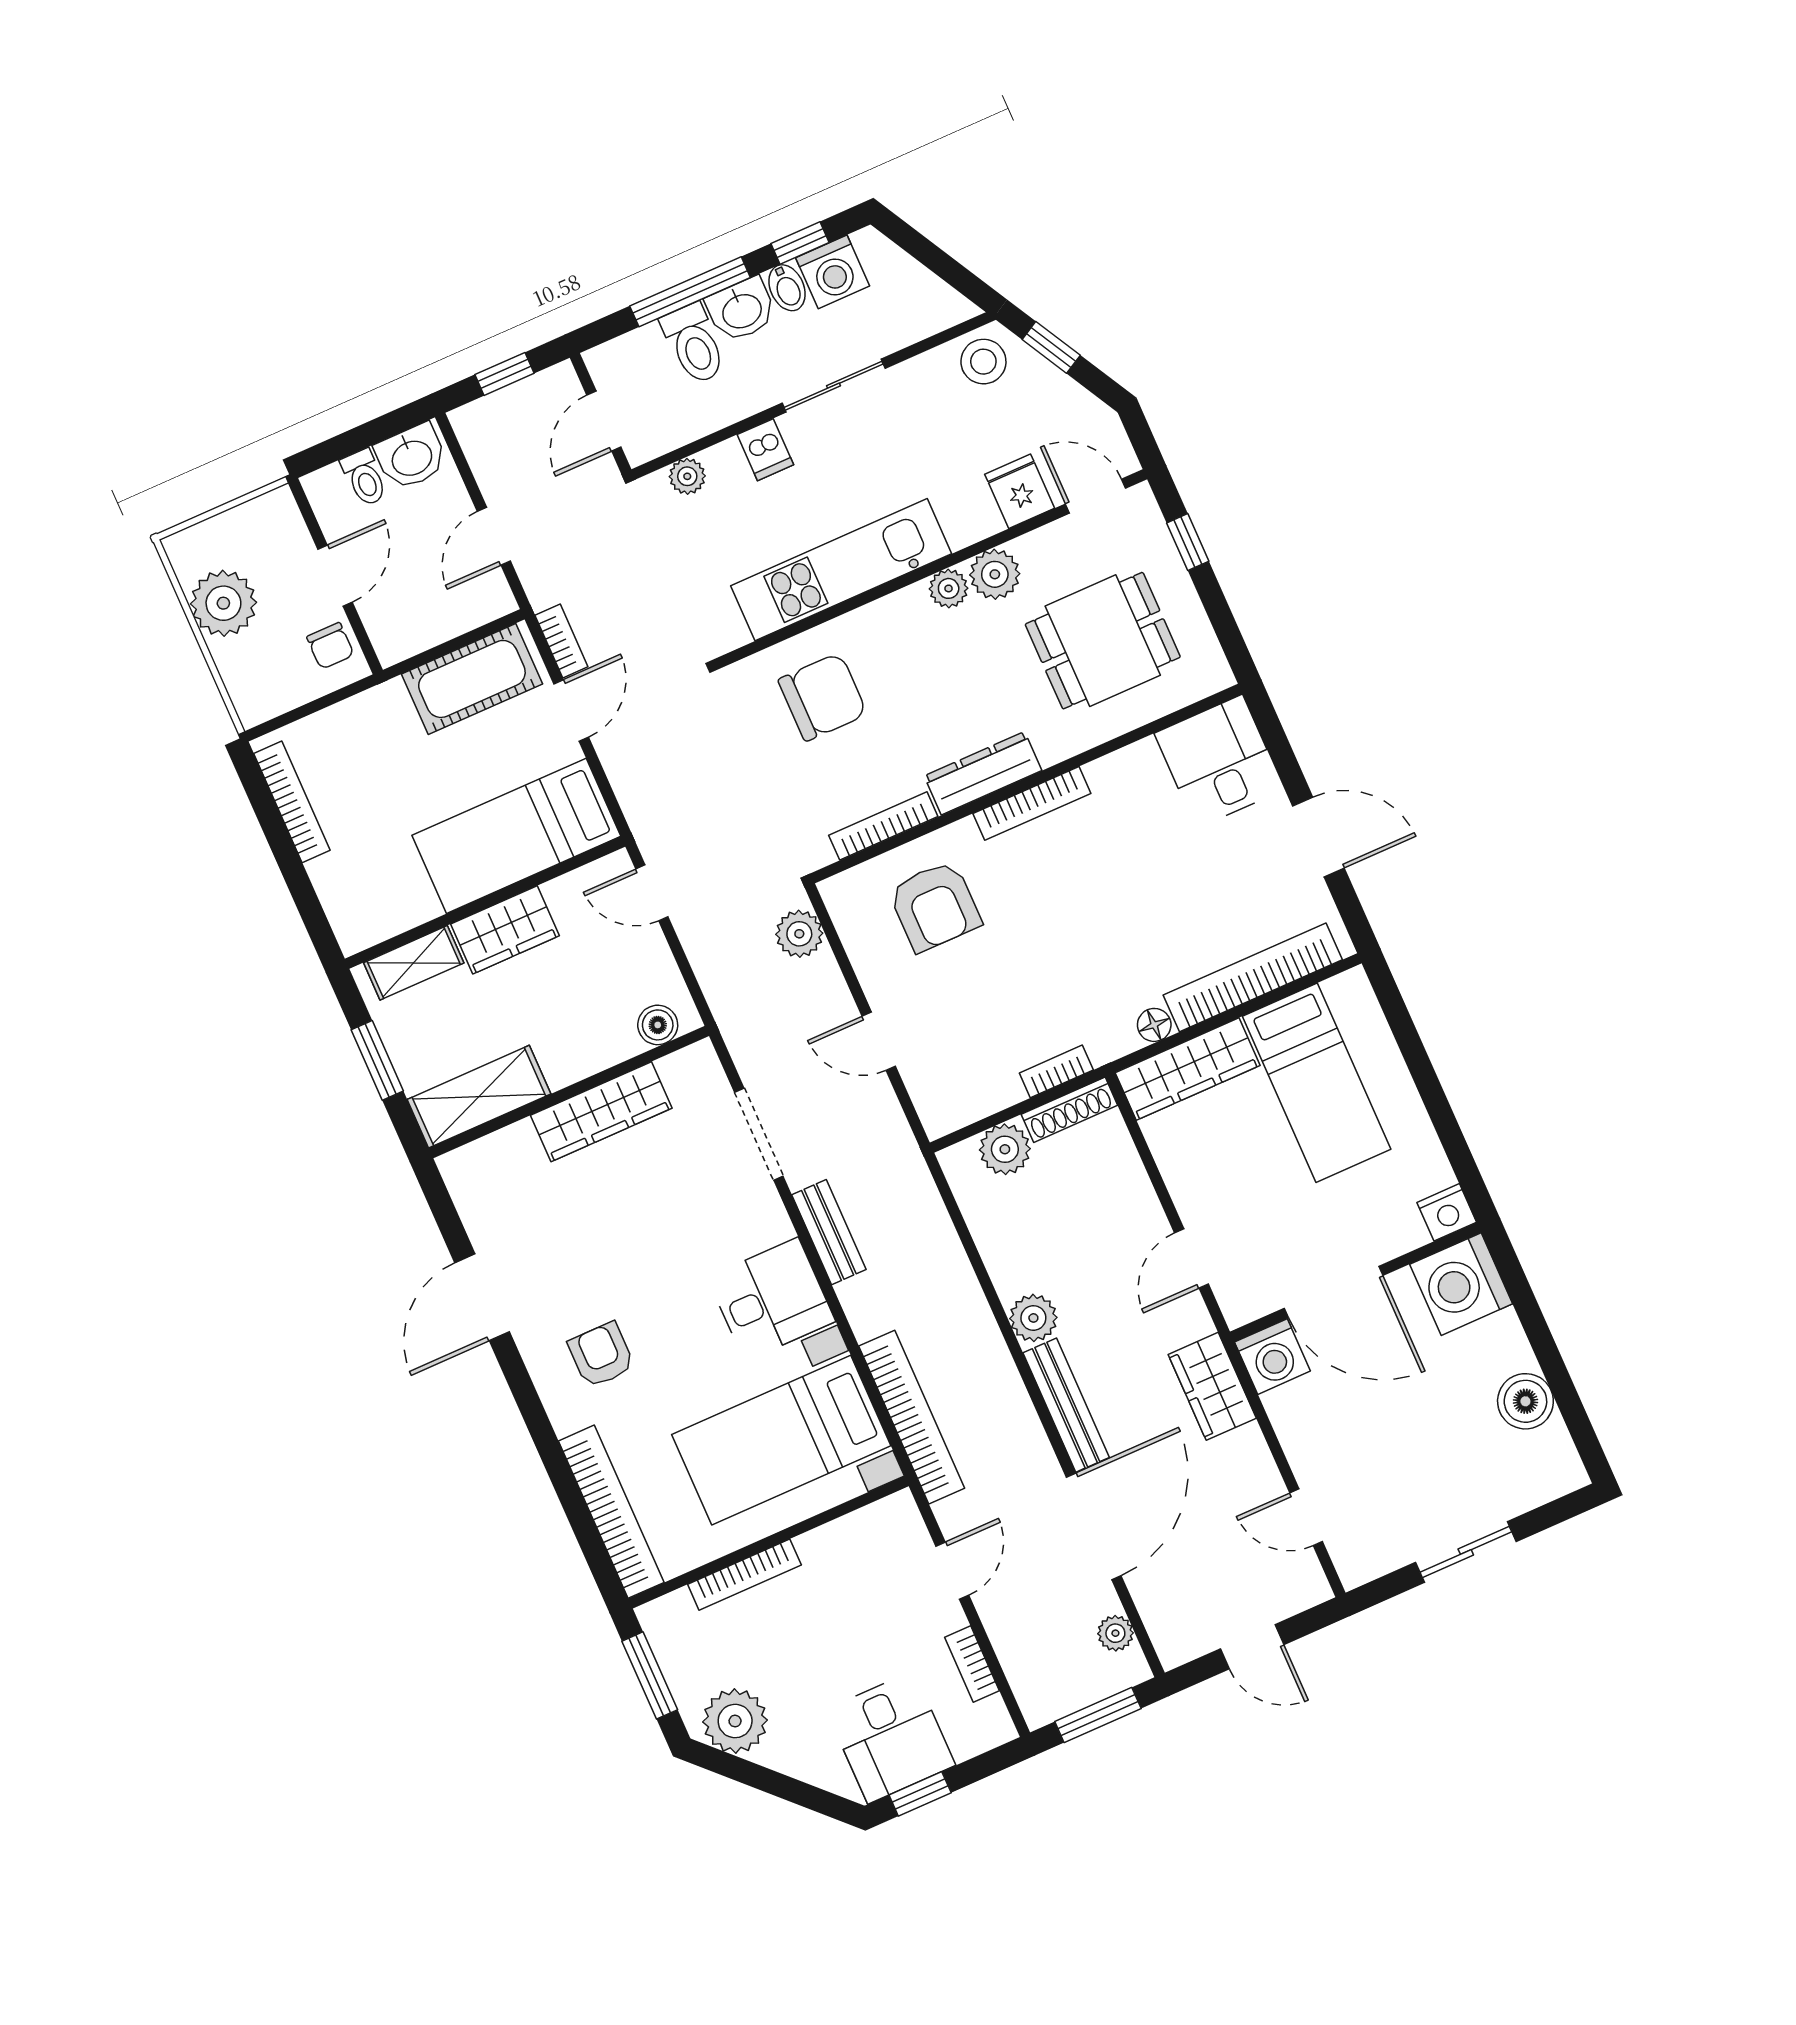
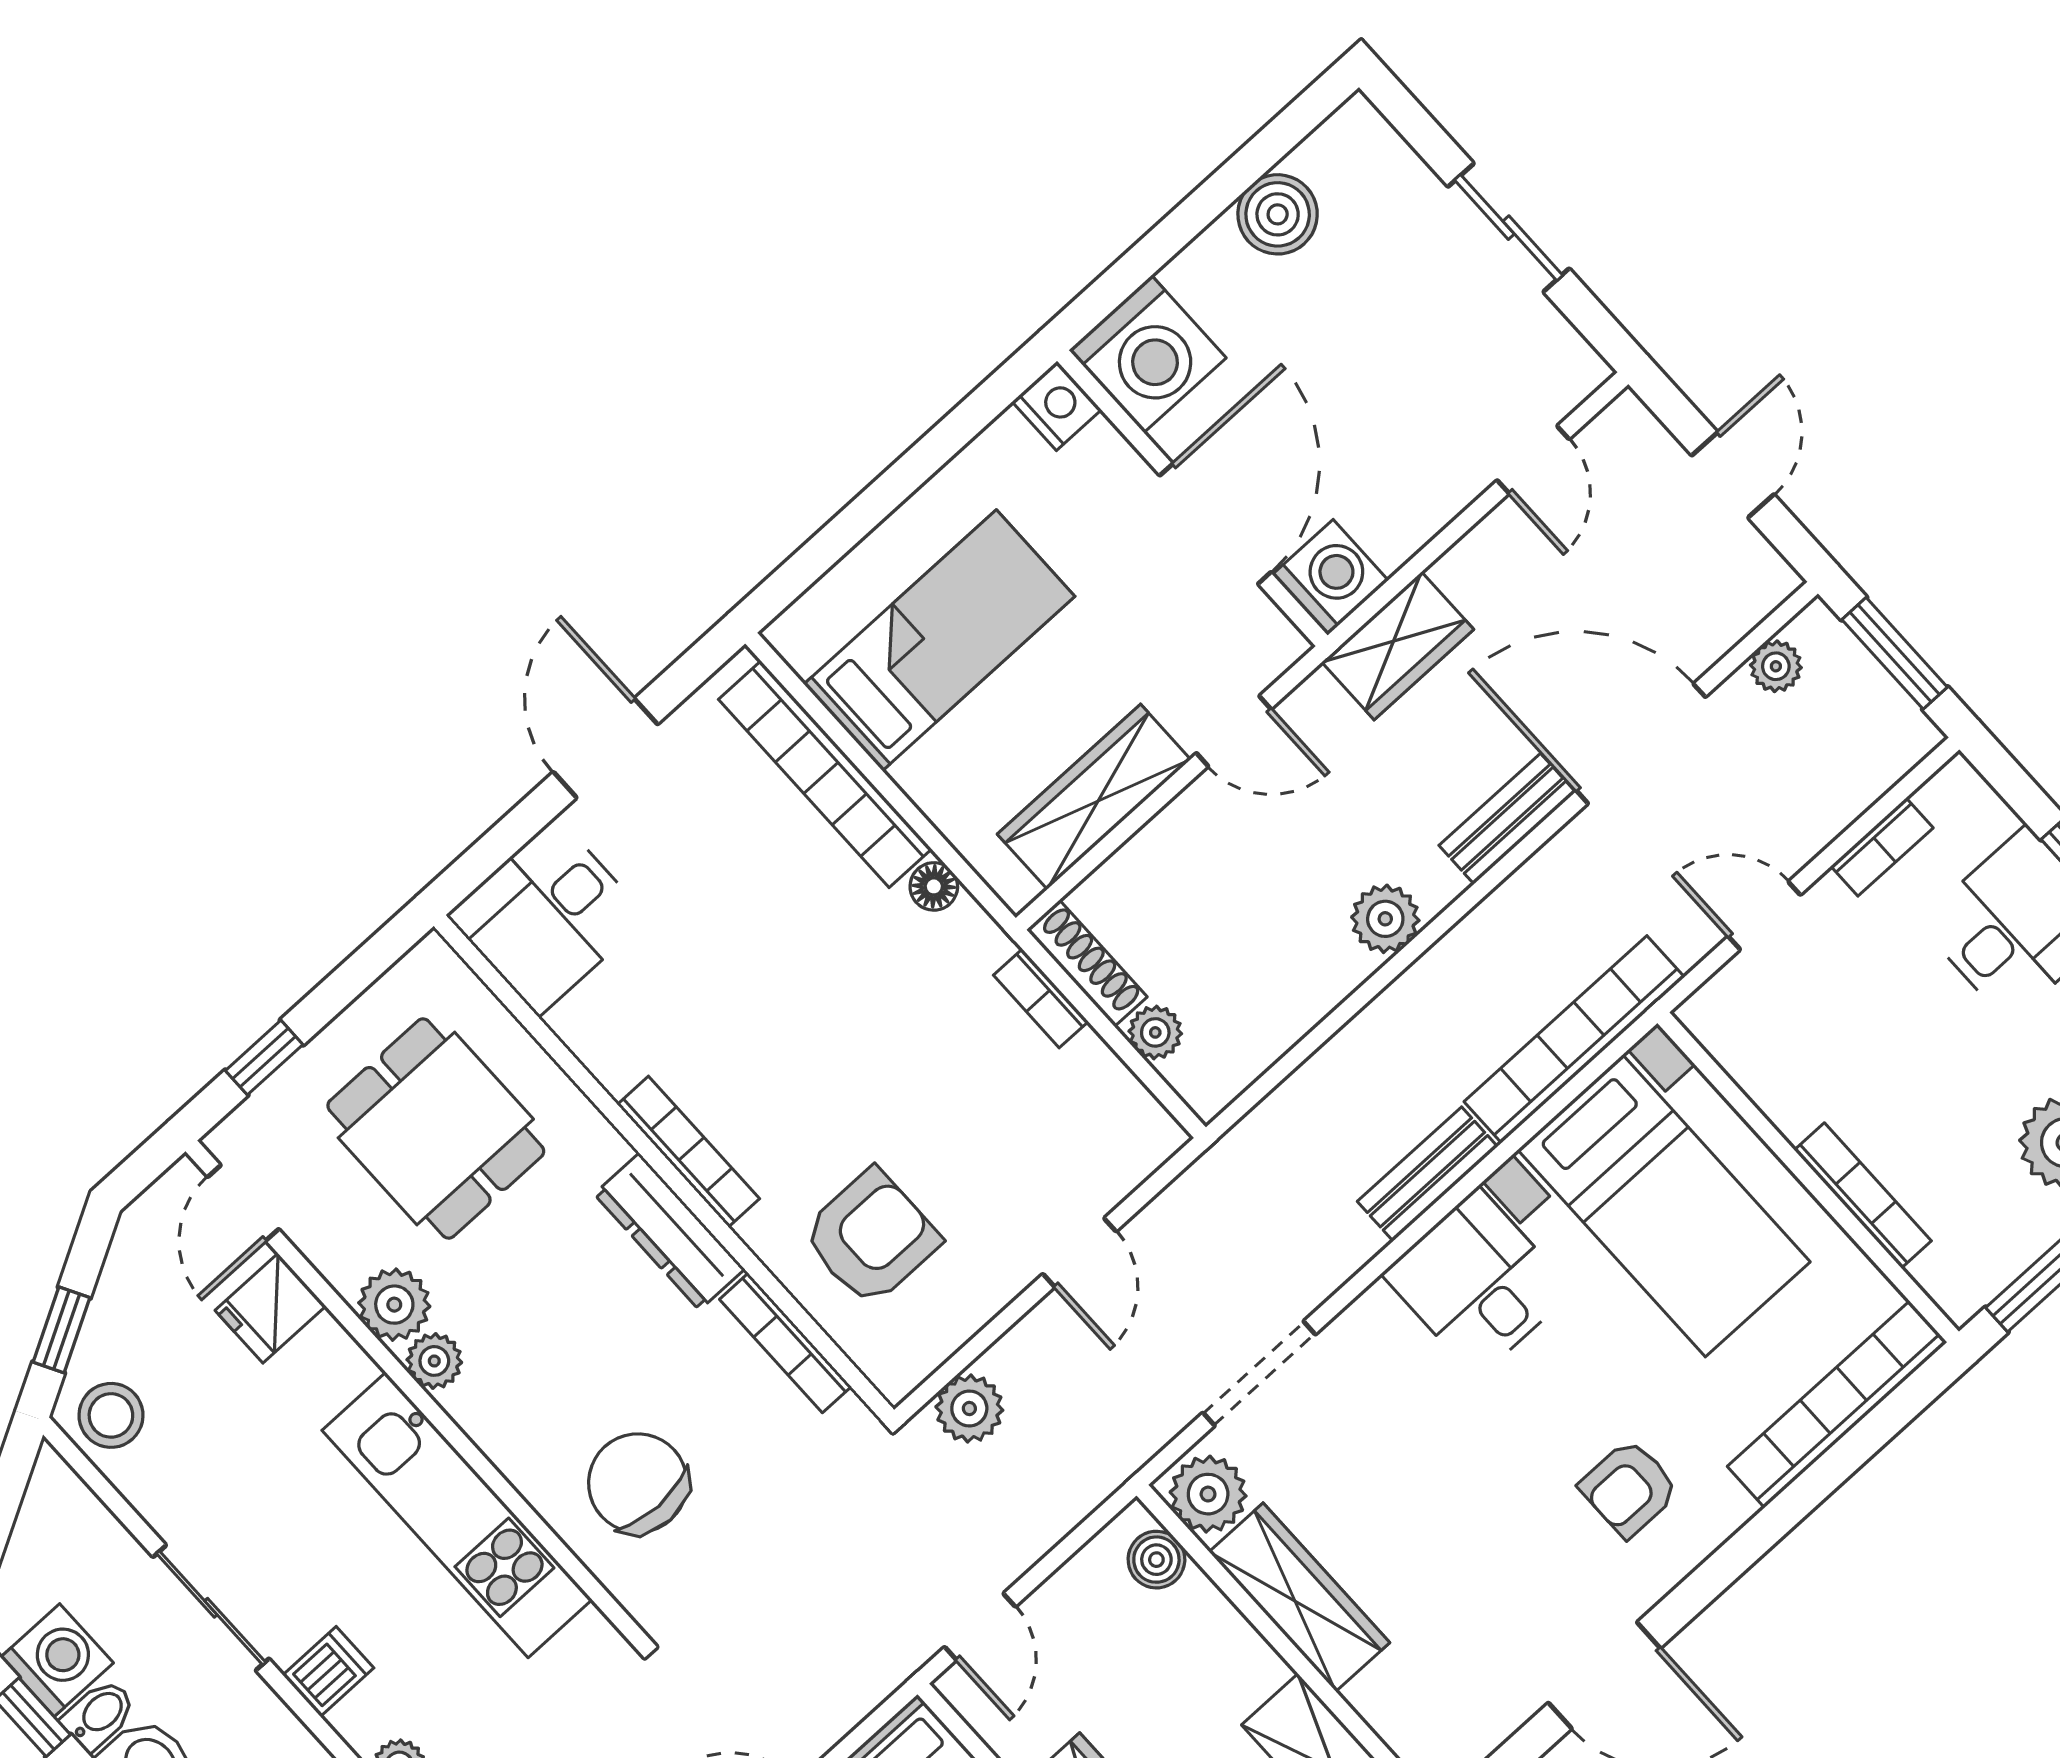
wardrobe: (1188, 1069) -> (1094, 797), moved, turned -90
plant: (690, 1074) -> (1208, 1494), added
plant: (1005, 1149) -> (1155, 1032), width x0.73, depth x0.73
bench: (829, 1232) -> (1427, 1174), moved
bench: (1066, 1405) -> (1507, 819), width x0.73

